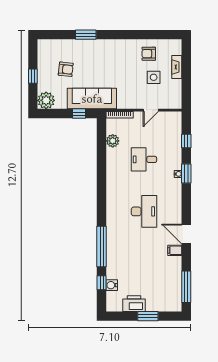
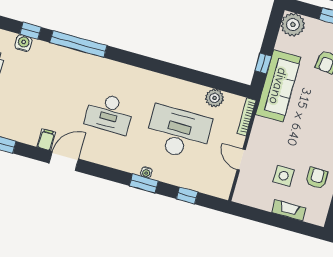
desk: (144, 159) -> (178, 132), width x1.87, depth x1.30

